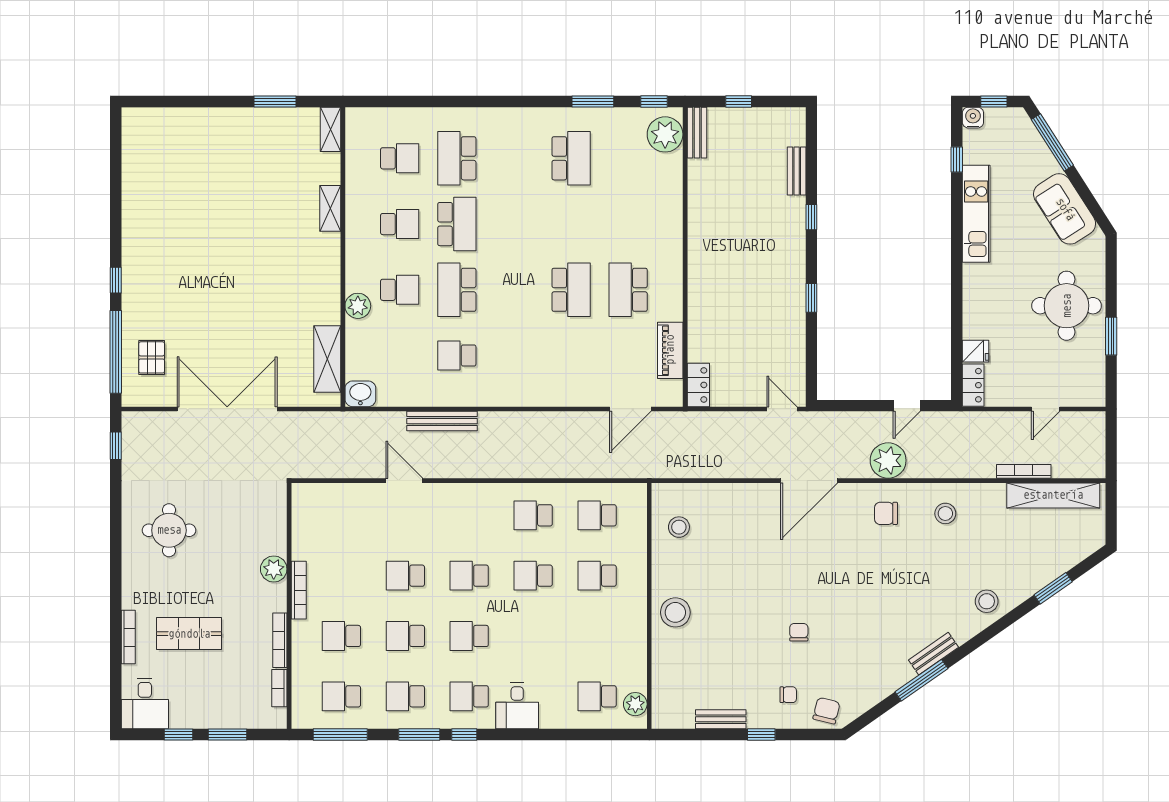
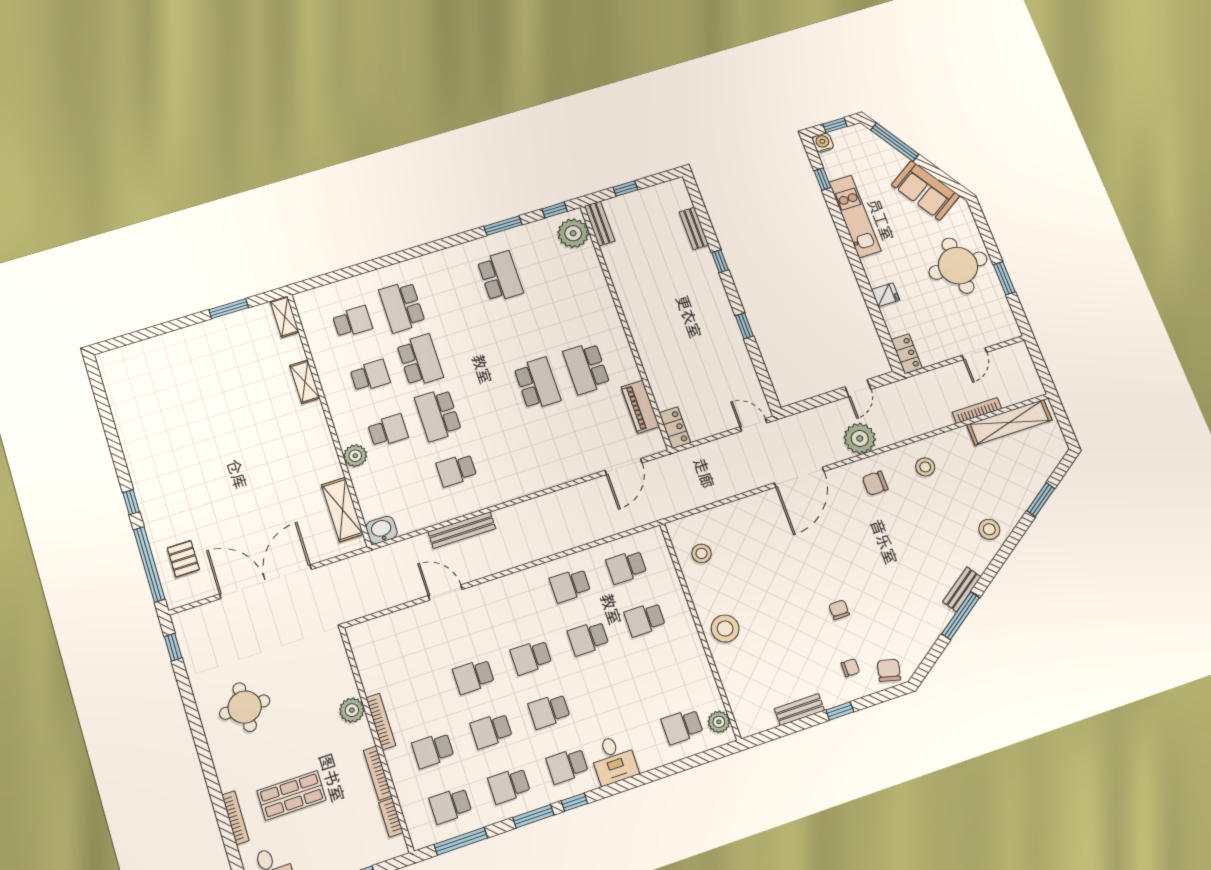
fridge: (975, 351) -> (886, 295), moved

